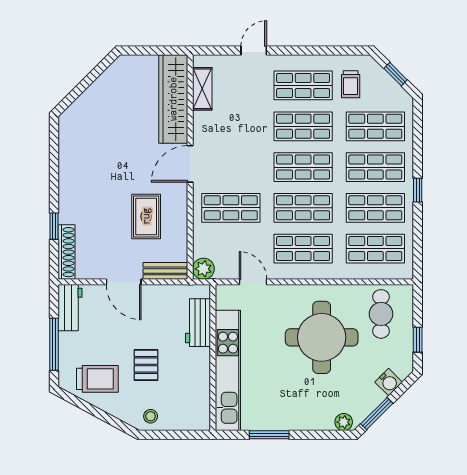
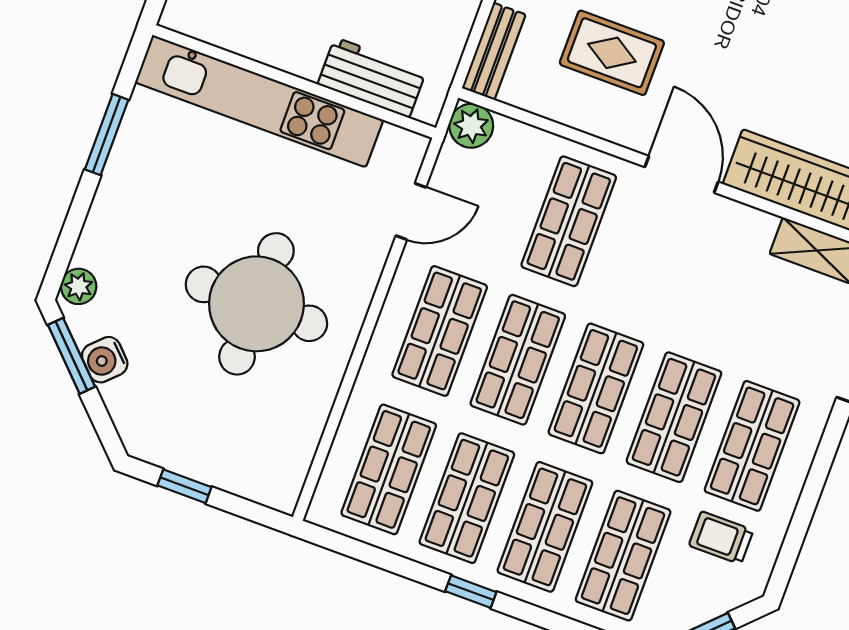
cafe table: (381, 314) -> (259, 434), removed
water cooler: (389, 382) -> (105, 360), moved

